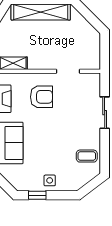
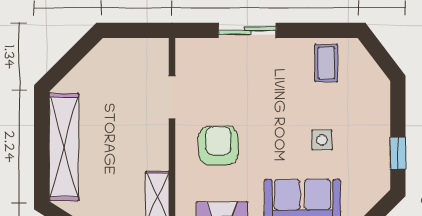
side table: (50, 180) -> (322, 140), moved

